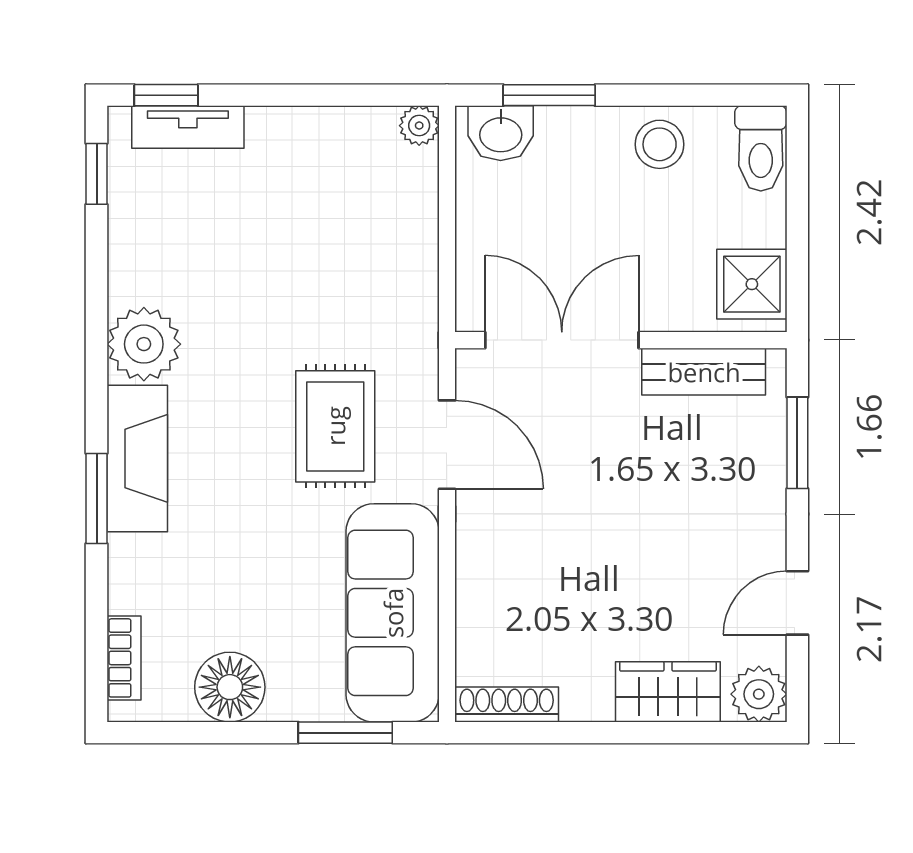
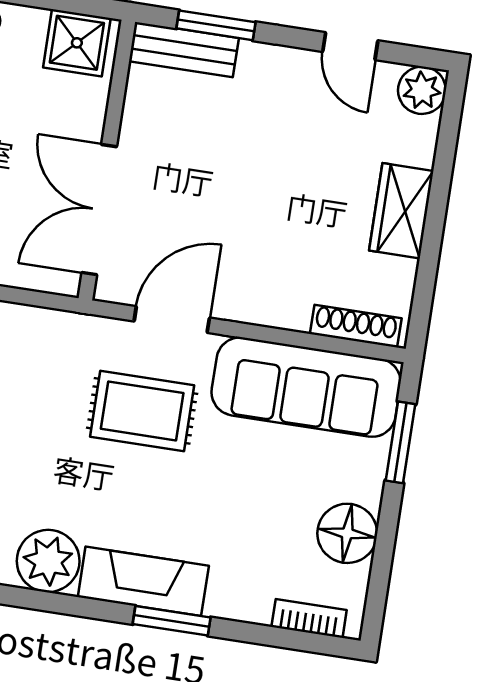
bench: (704, 372) -> (184, 50), moved, turned 90
wardrobe: (668, 692) -> (401, 211), moved
shoe rack: (507, 705) -> (356, 326), moved, turned 90

